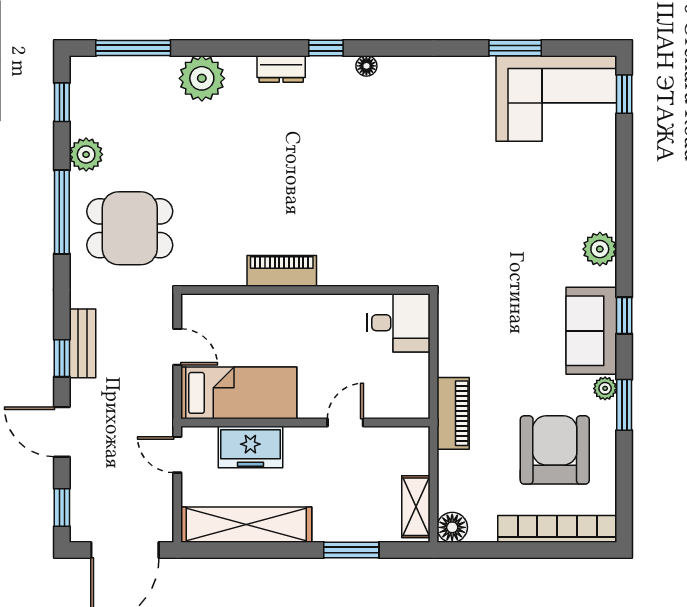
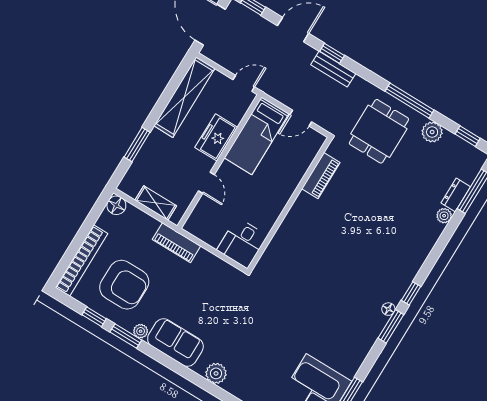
window: (388, 48) -> (391, 326), added
dresser: (281, 69) -> (456, 195), moved
plant: (202, 78) -> (444, 216), width x0.53, depth x0.53
piano: (282, 271) -> (321, 176), moved
window: (624, 316) -> (94, 317), moved
freezer: (250, 447) -> (216, 137), moved
shelving: (416, 507) -> (156, 203), moved

